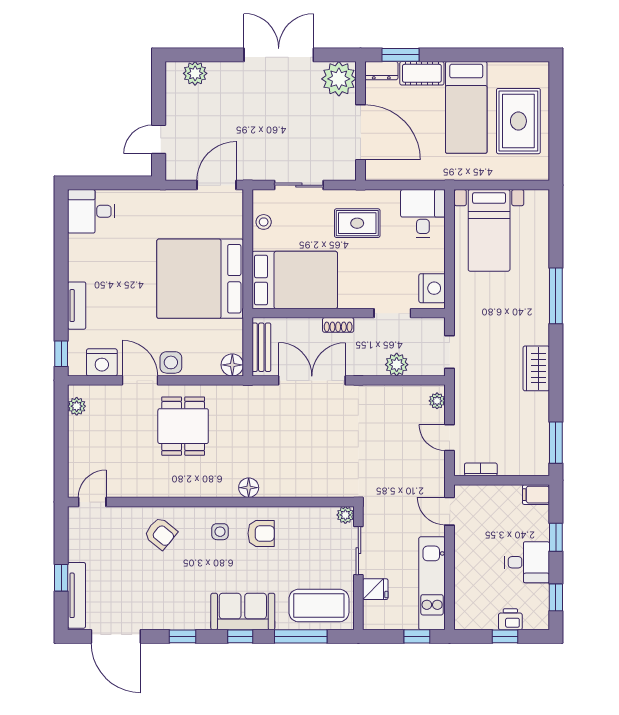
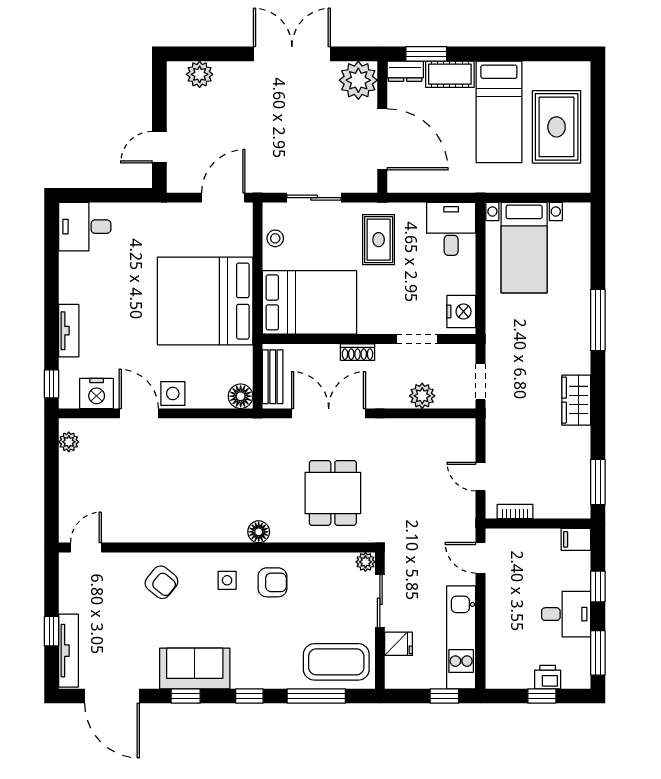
rug: (357, 223) -> (379, 240), turned 90
plant: (437, 401) -> (467, 436), removed
dining table: (183, 426) -> (333, 493), moved
window: (556, 597) -> (598, 653), width x1.50
sofa: (243, 612) -> (195, 669), moved

